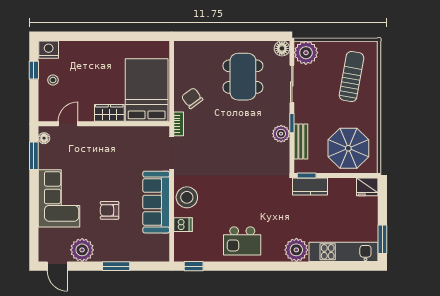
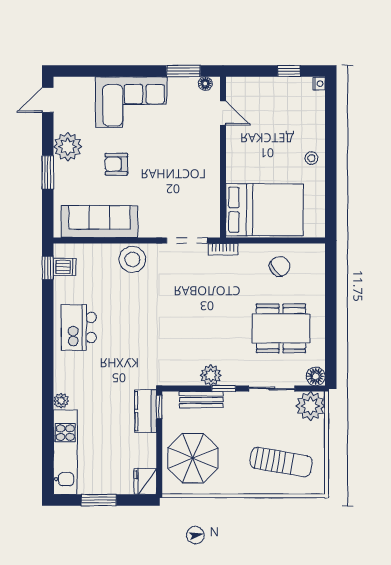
nightstand: (49, 50) -> (319, 84), width x0.53, depth x0.56
stool: (53, 80) -> (311, 158), moved
chair: (192, 98) -> (280, 266), moved
wardrobe: (109, 113) -> (236, 164), removed
sofa: (156, 202) -> (99, 222), moved
armchair: (110, 210) -> (116, 164), turned -90
dishwasher: (183, 225) -> (65, 267), moved, turned -90
window: (382, 239) -> (99, 500), moved
plant: (82, 250) -> (68, 147), moved
plant: (296, 250) -> (61, 401), width x0.53, depth x0.53

